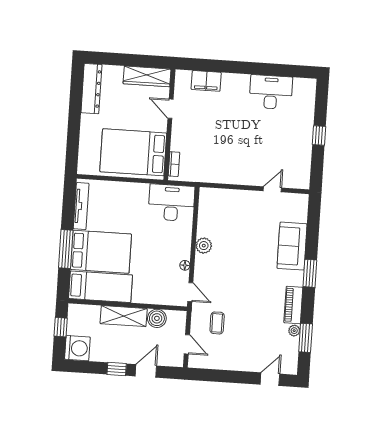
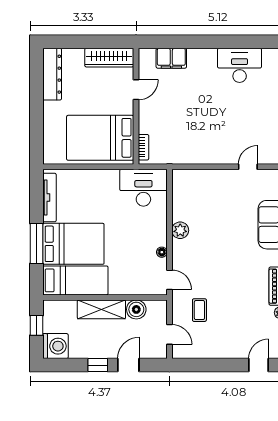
door: (170, 109) -> (136, 90), swing flipped

